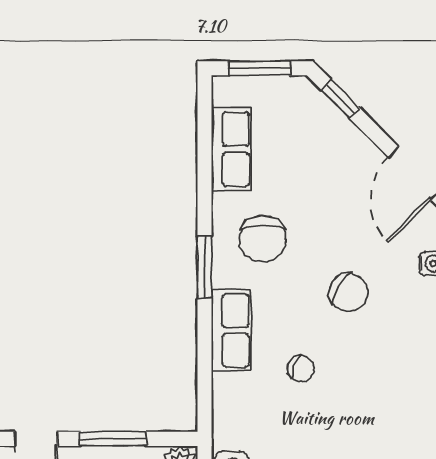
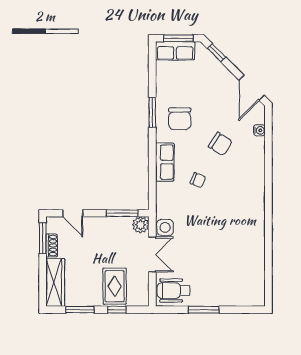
row of seats: (231, 149) -> (175, 51), moved, turned 90
window: (205, 267) -> (152, 112), moved
window: (113, 439) -> (122, 213), moved

